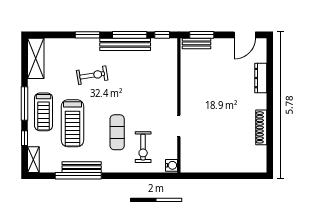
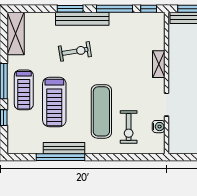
bench: (125, 44) -> (82, 19), moved
exercise mat: (117, 132) -> (101, 111), width x1.36, depth x1.45
shelving: (33, 160) -> (159, 64), moved
water cooler: (171, 165) -> (159, 127), moved

